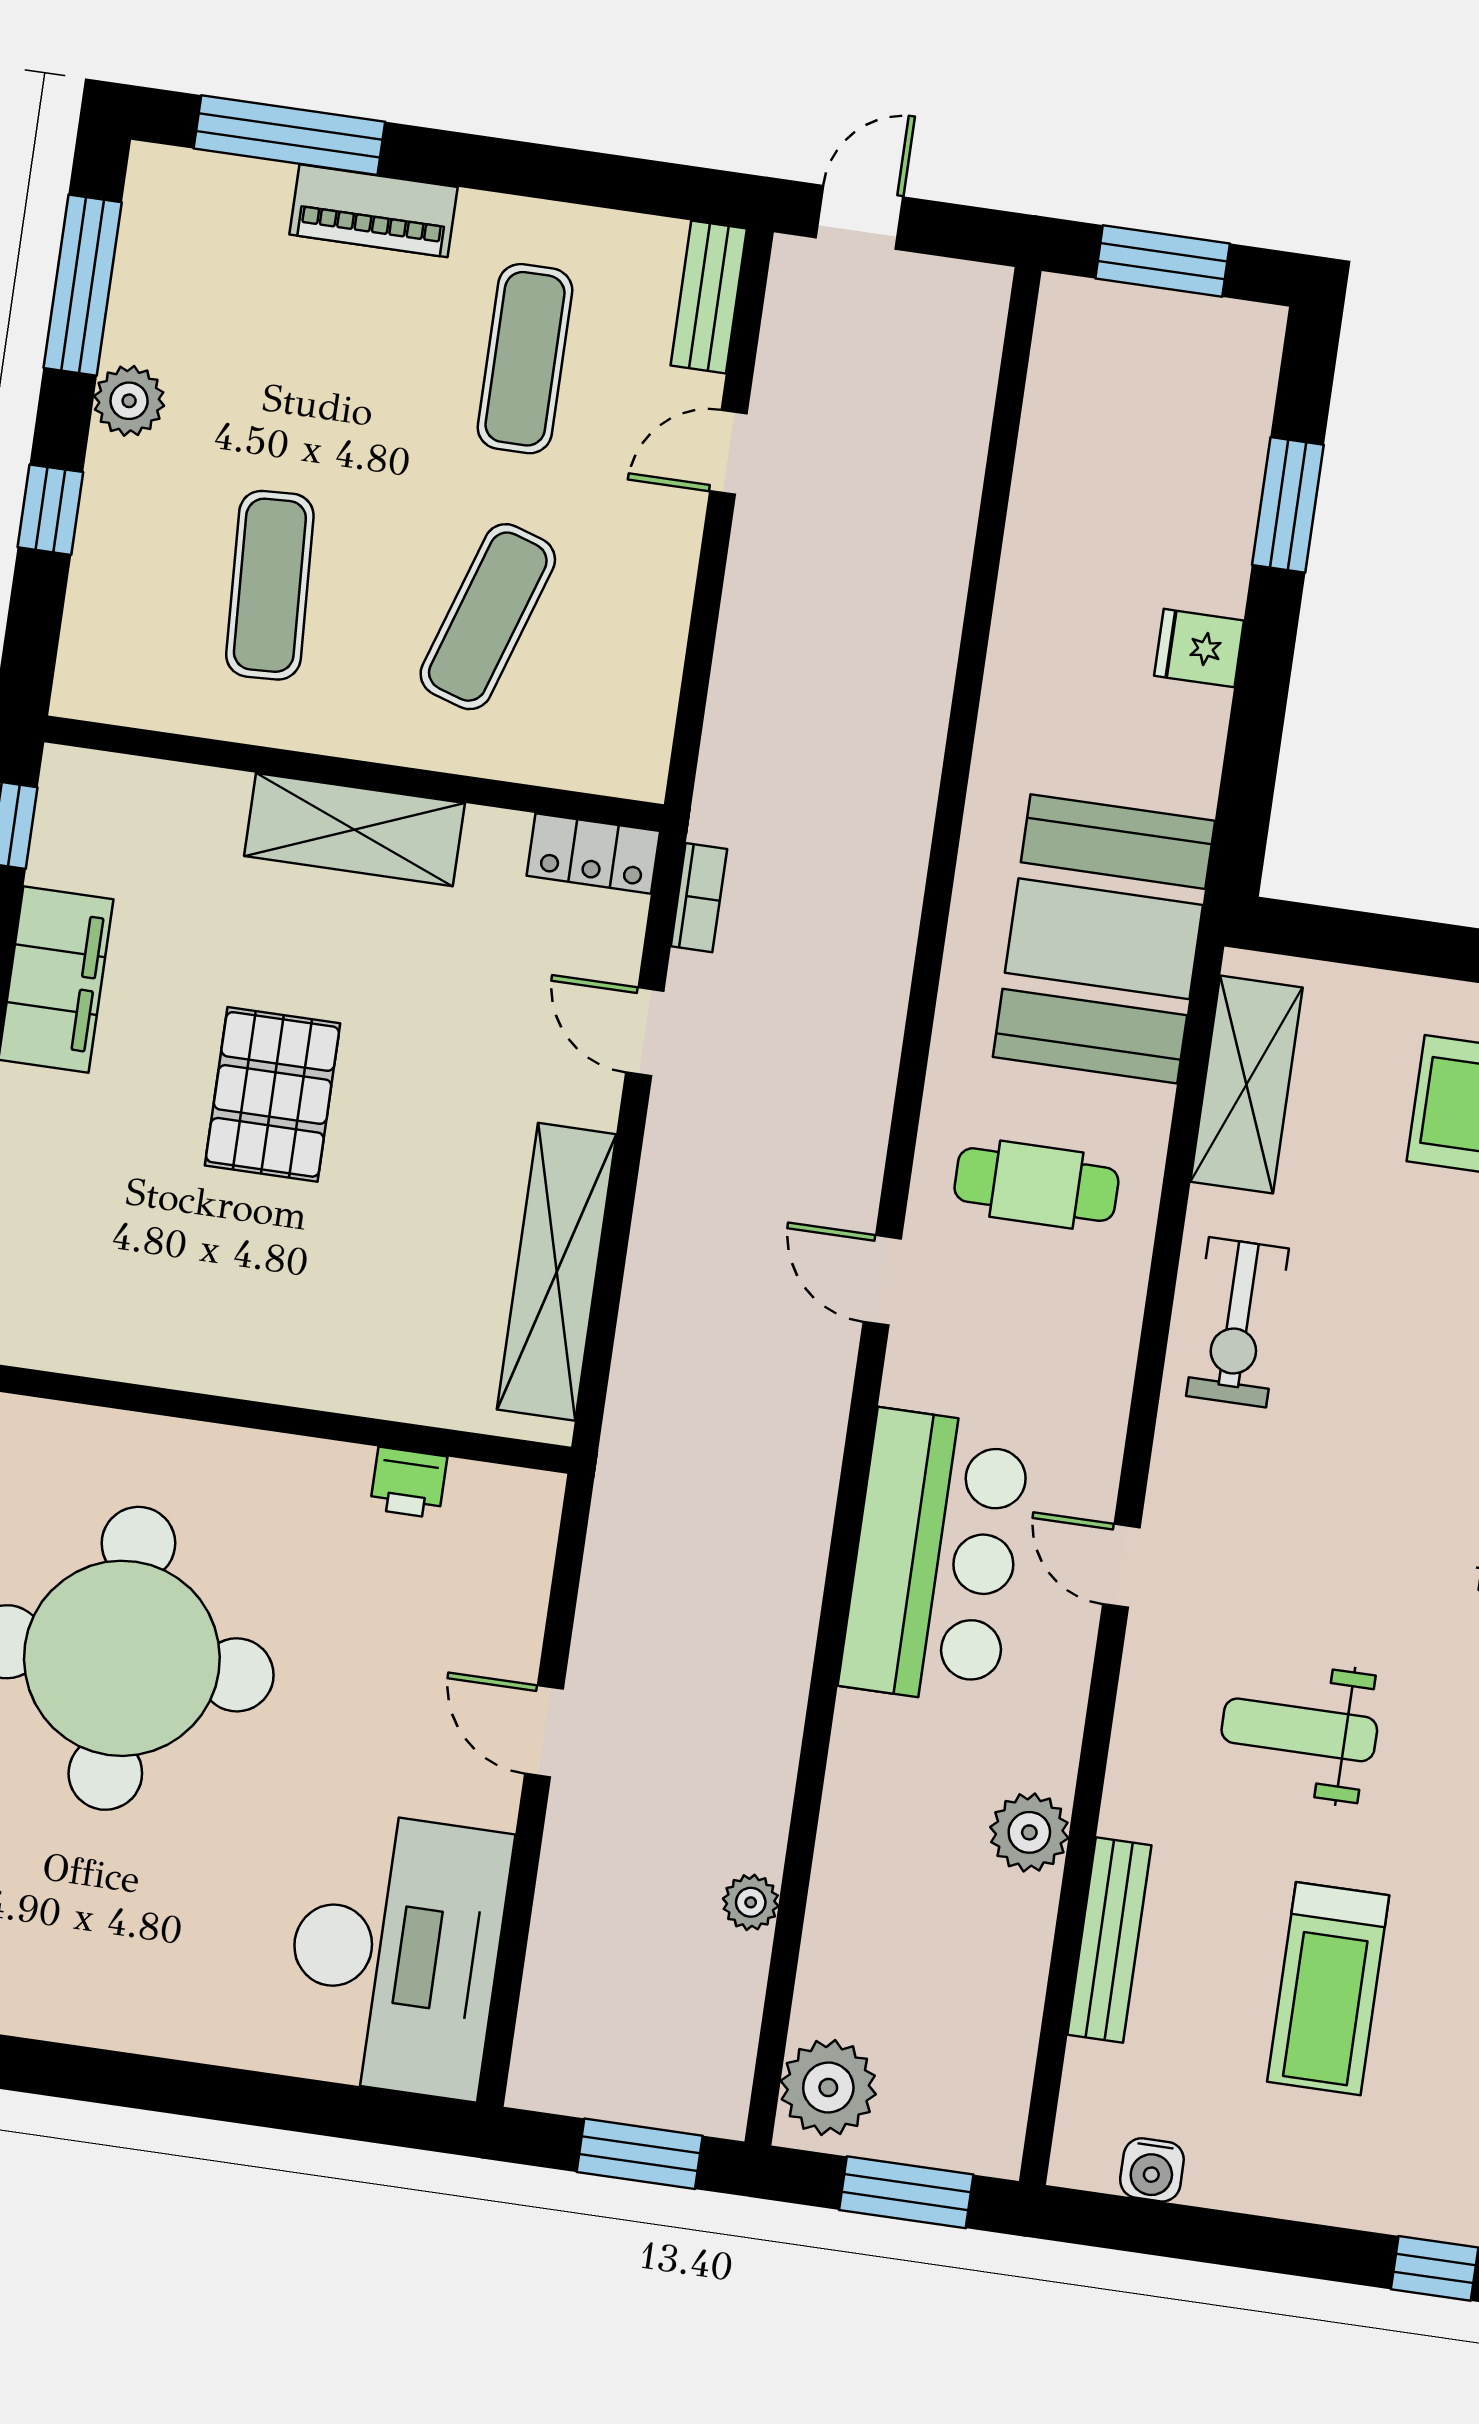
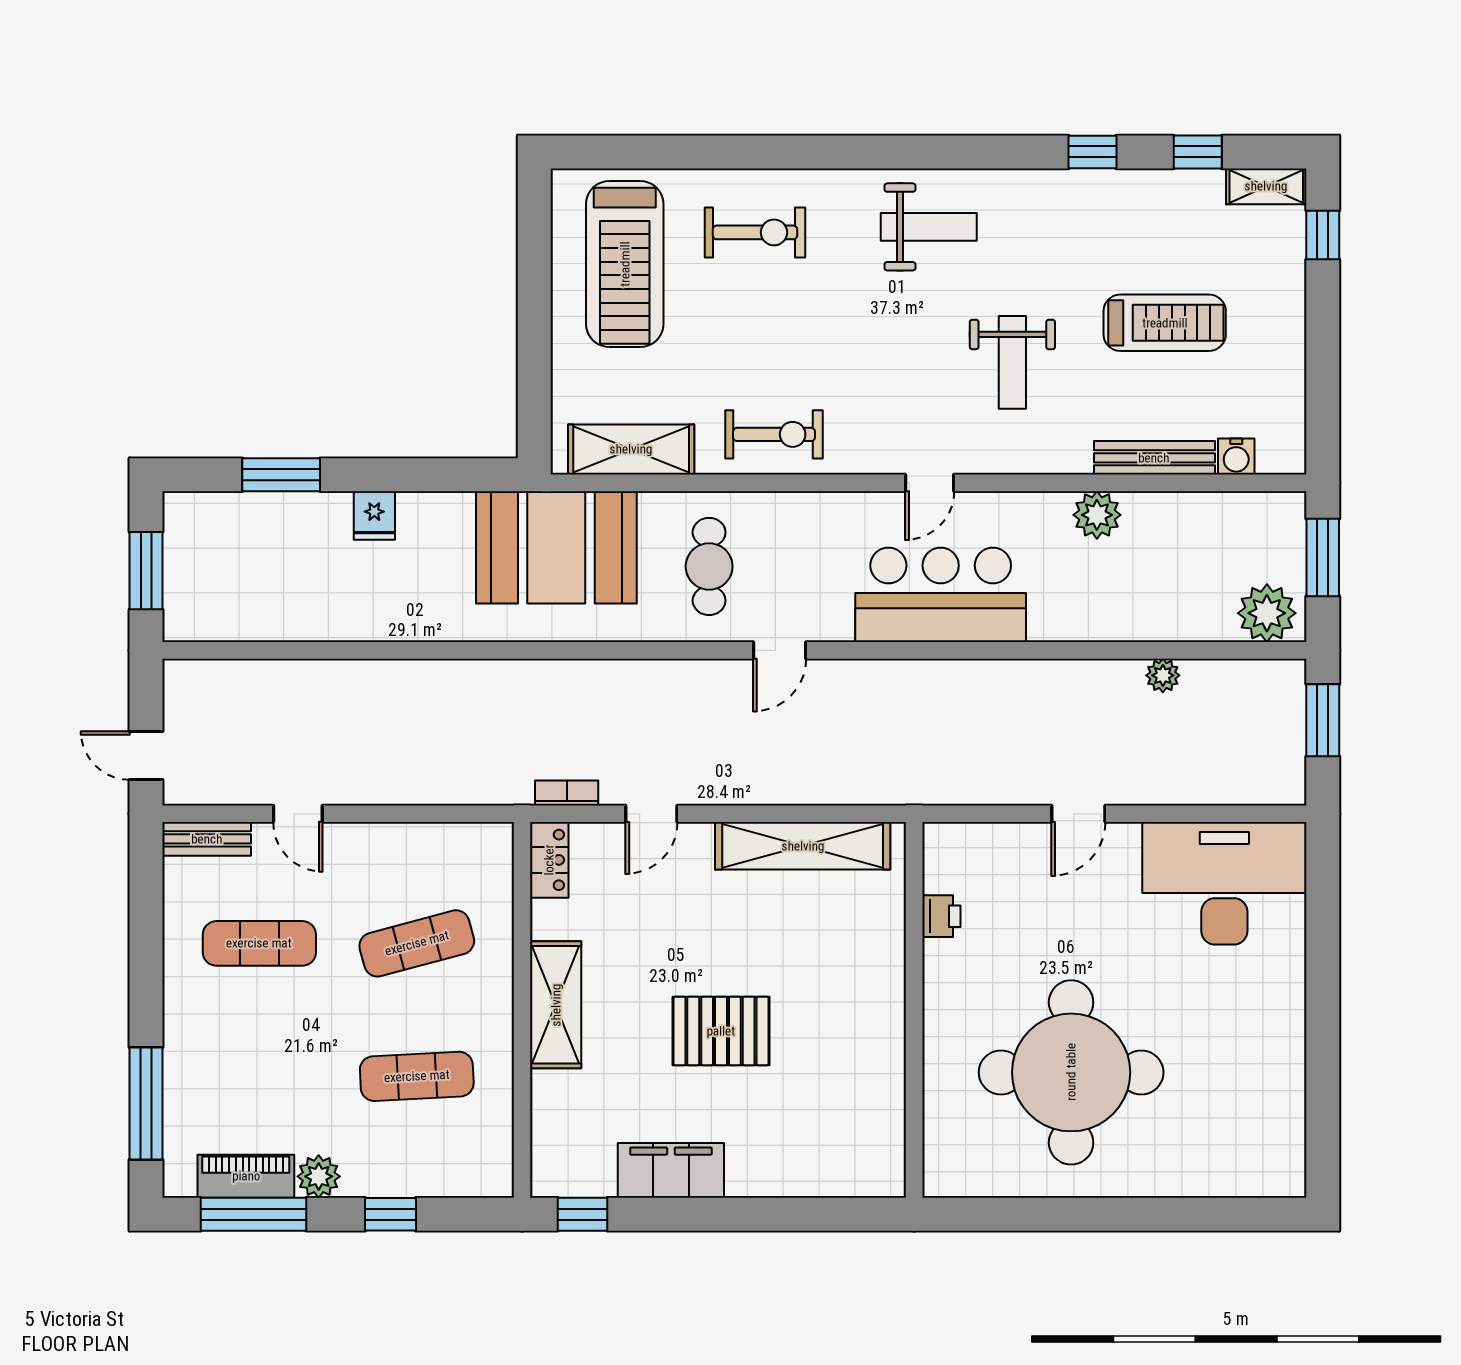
piano: (374, 211) -> (246, 1176), moved, turned -90
exercise mat: (488, 617) -> (417, 943), turned -33
water cooler: (1152, 2170) -> (1236, 457), moved, turned 90

